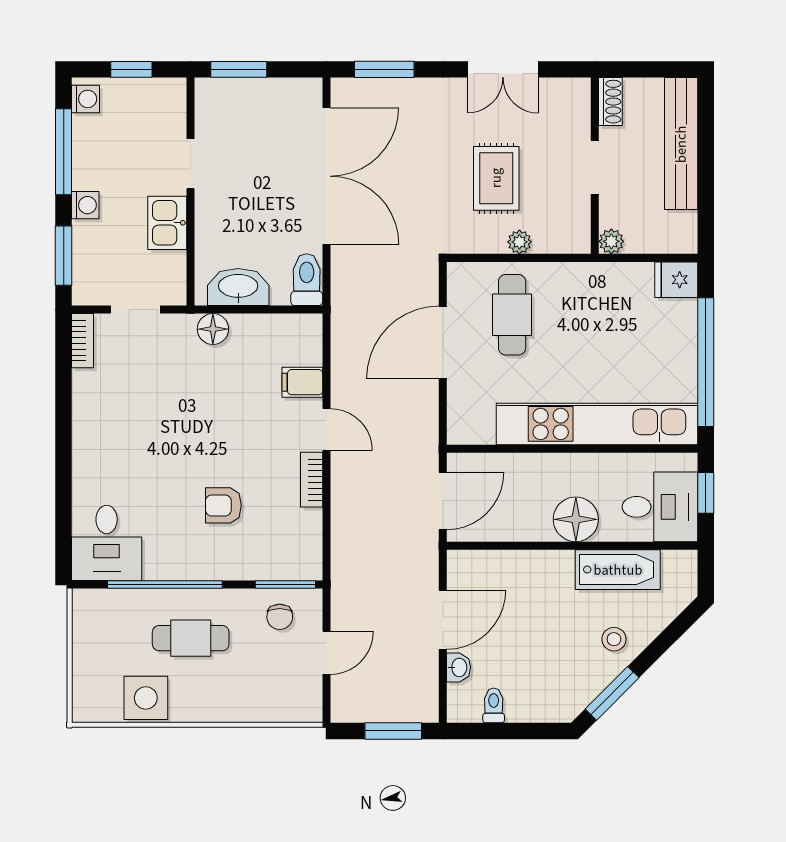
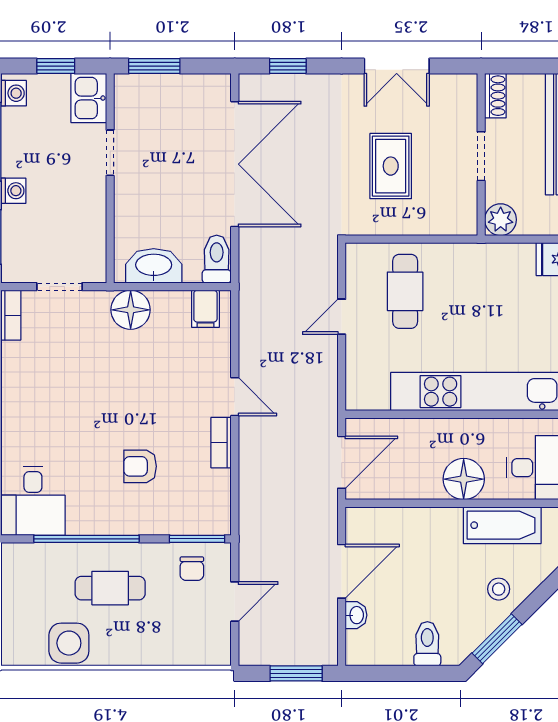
window: (384, 69) -> (288, 66), width x0.67
kitchen sink: (167, 223) -> (89, 98), moved
plant: (611, 241) -> (501, 220), width x1.38, depth x1.38
plant: (519, 242) -> (412, 224), removed
floor lamp: (213, 329) -> (131, 310), width x1.38, depth x1.38
door: (443, 342) -> (342, 317), width x0.53
filing cabinet: (302, 382) -> (205, 309), moved, turned -90
toilet: (494, 705) -> (427, 644), moved, width x1.37, depth x1.39

